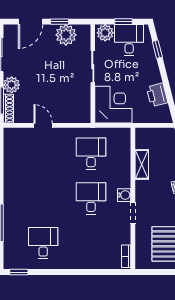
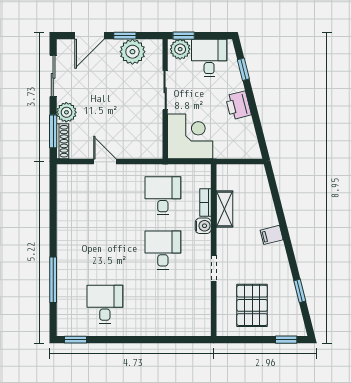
window: (123, 22) -> (184, 36), moved
printer: (157, 95) -> (238, 105), moved
water cooler: (124, 195) -> (203, 226), moved
bookcase: (126, 256) -> (206, 203), moved

